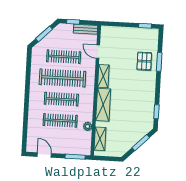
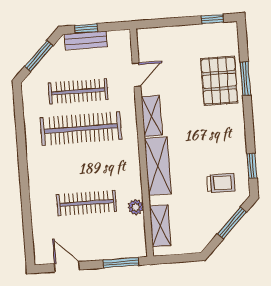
bench: (86, 29) -> (86, 40), moved
door: (98, 52) -> (137, 75), swing flipped
pallet: (144, 61) -> (219, 81), width x1.50, depth x1.42
clothes rail: (61, 99) -> (84, 166), removed
trolley: (137, 119) -> (221, 183), added

